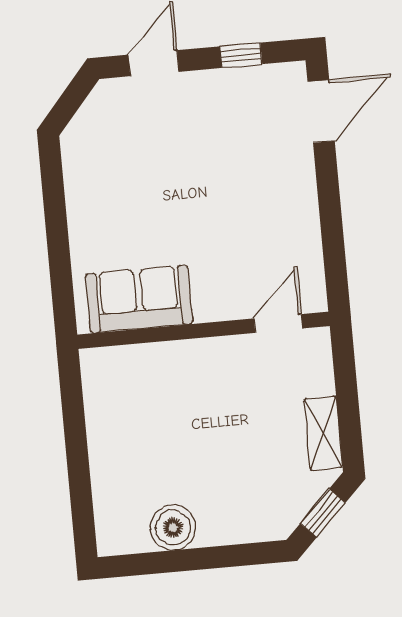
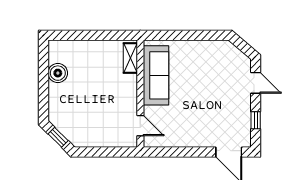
sofa: (139, 299) -> (156, 75), width x1.36
shelving: (323, 433) -> (130, 58), moved, turned 90

